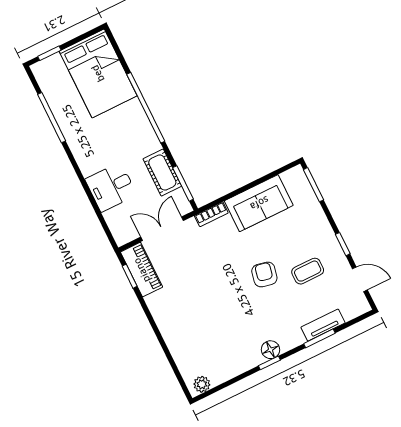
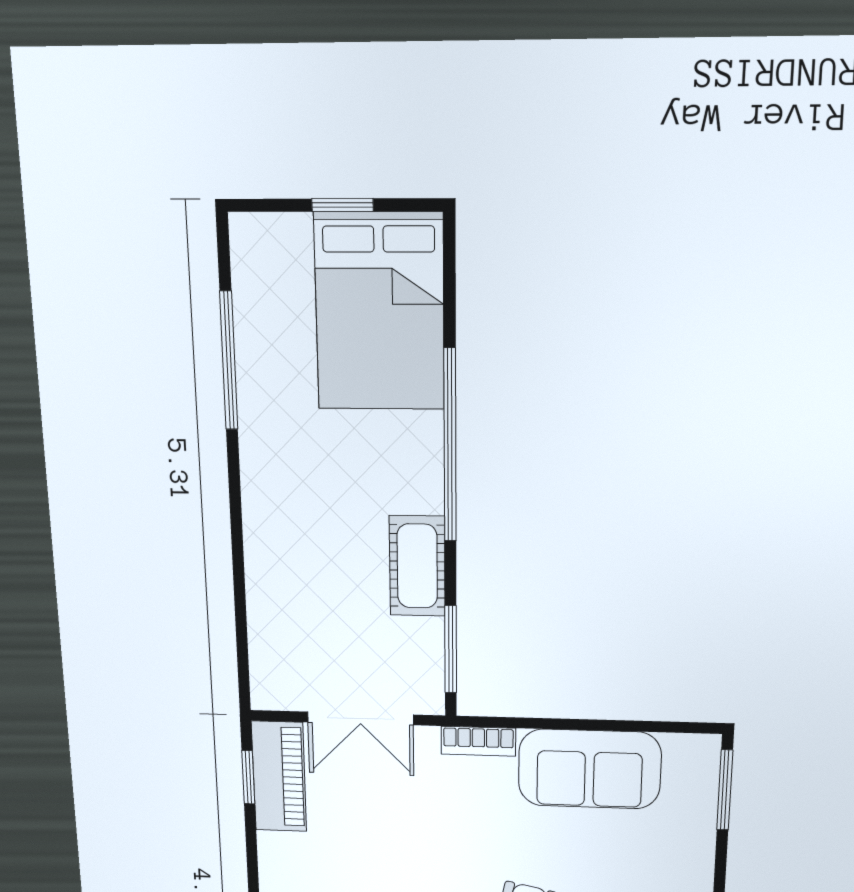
window: (49, 53) -> (343, 205), moved
cot: (162, 173) -> (417, 566), moved
desk: (111, 187) -> (292, 579), removed
double door: (162, 229) -> (360, 718), swing flipped

